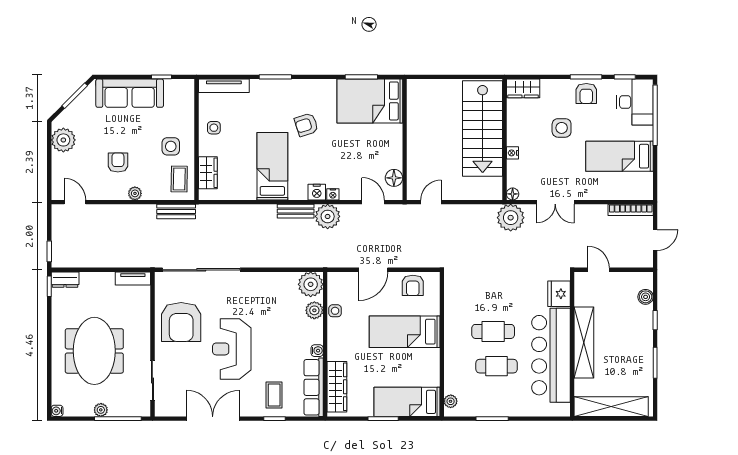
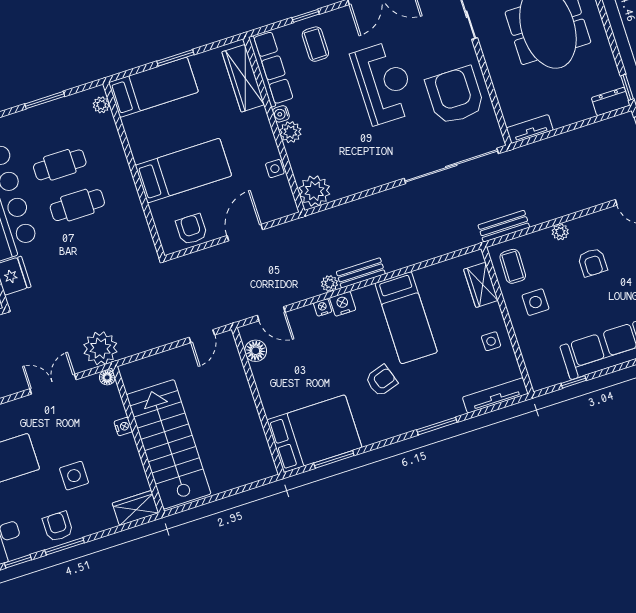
plant: (328, 216) -> (329, 284), width x0.53, depth x0.53
plant: (314, 310) -> (290, 132), moved

